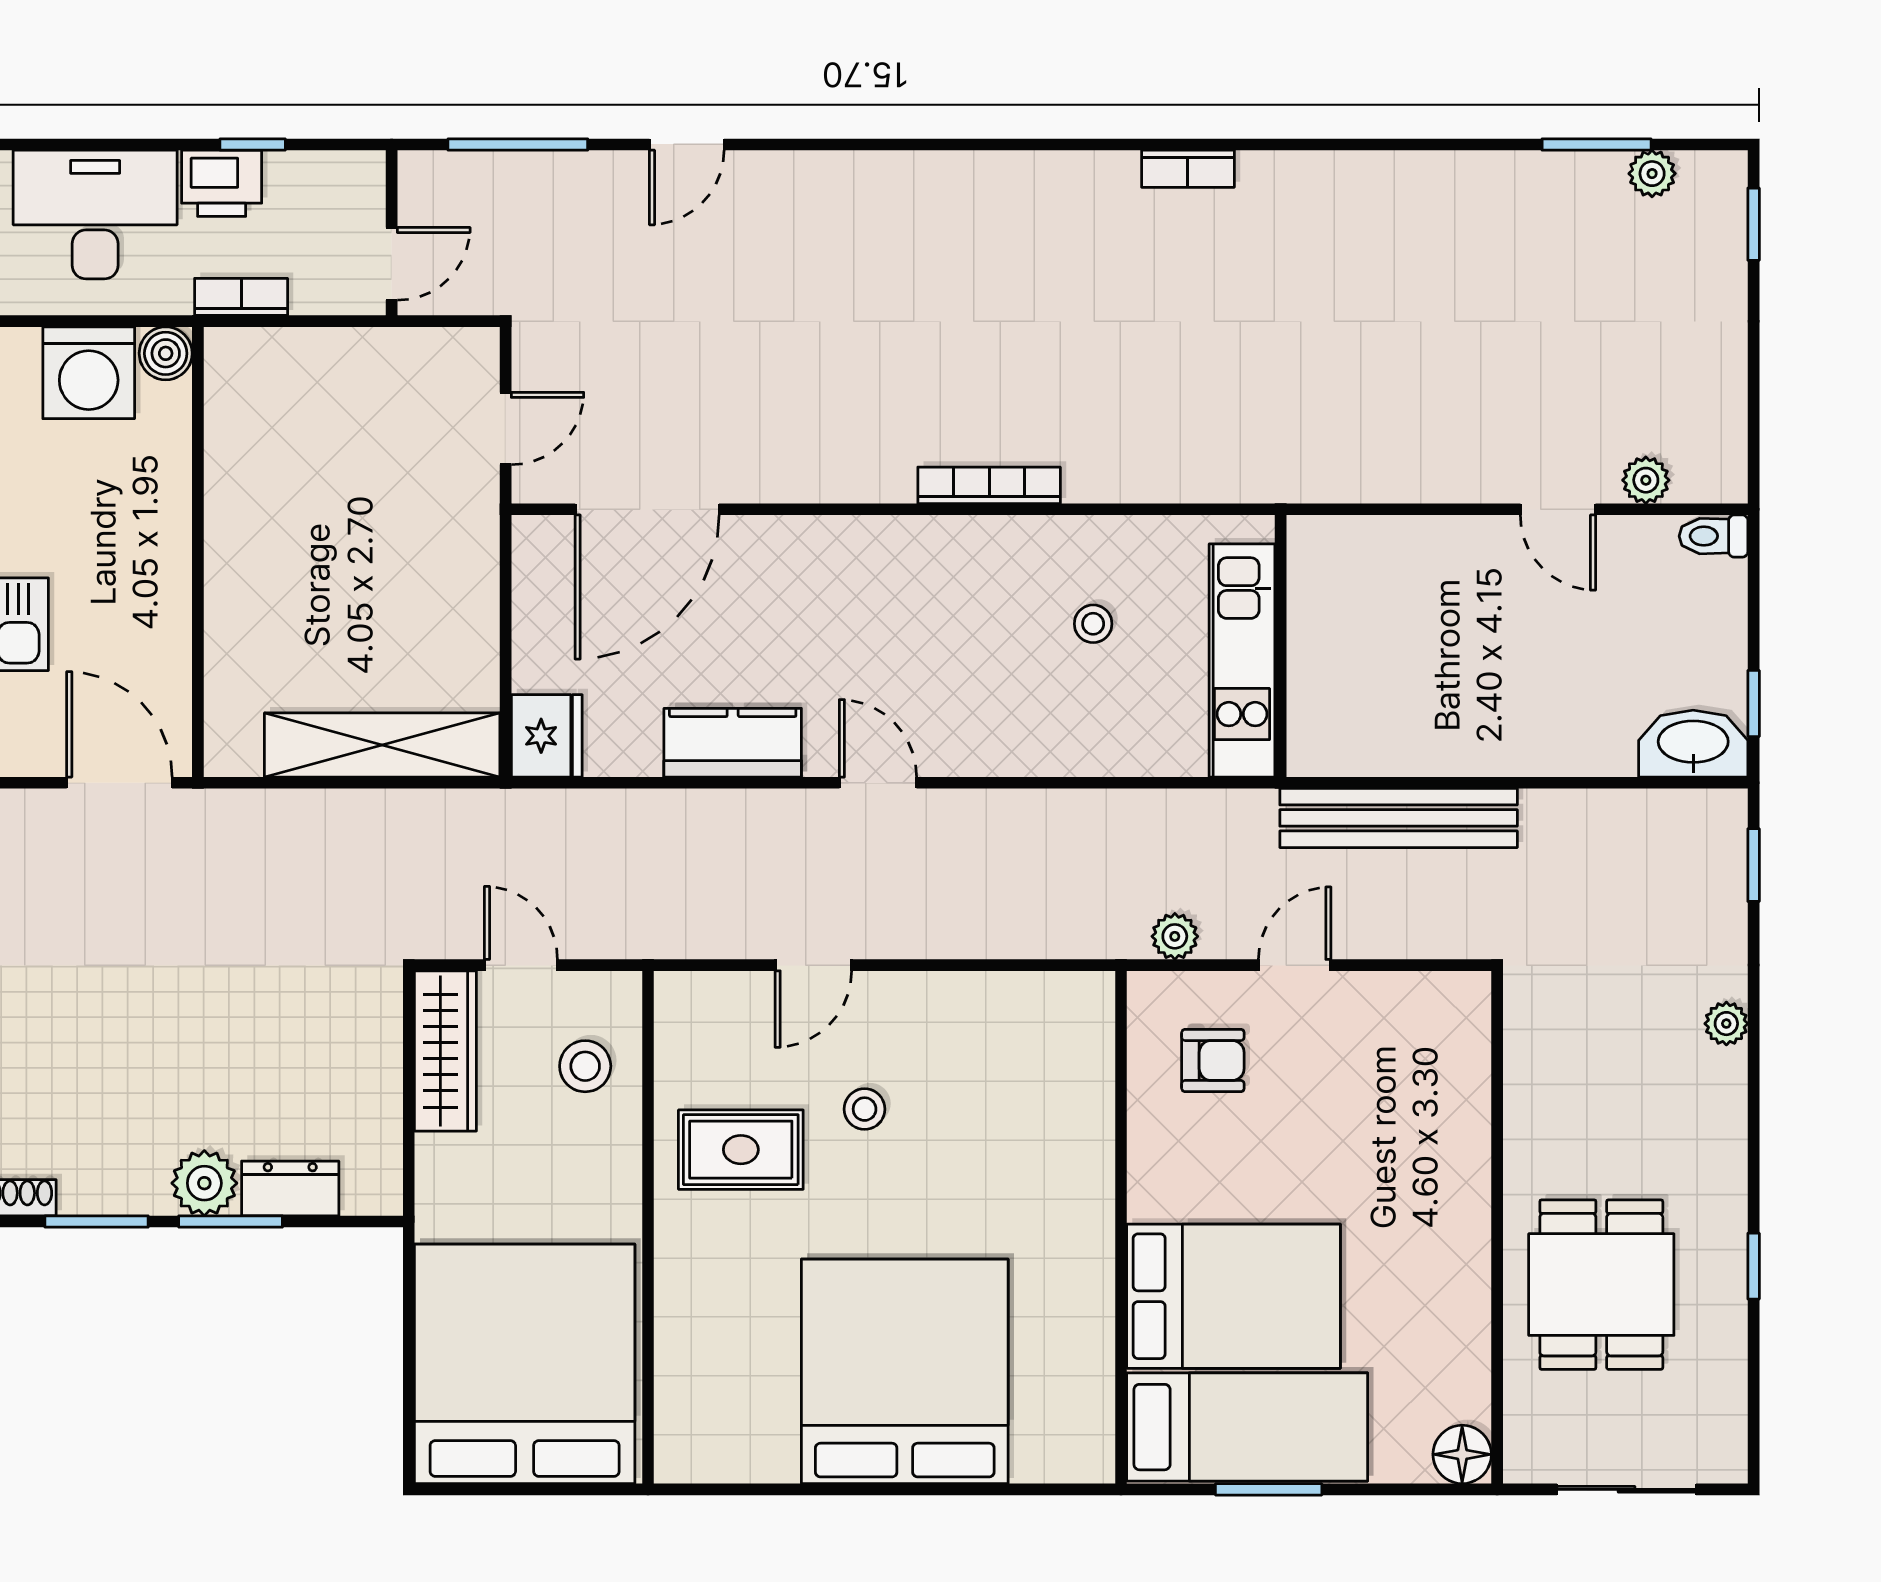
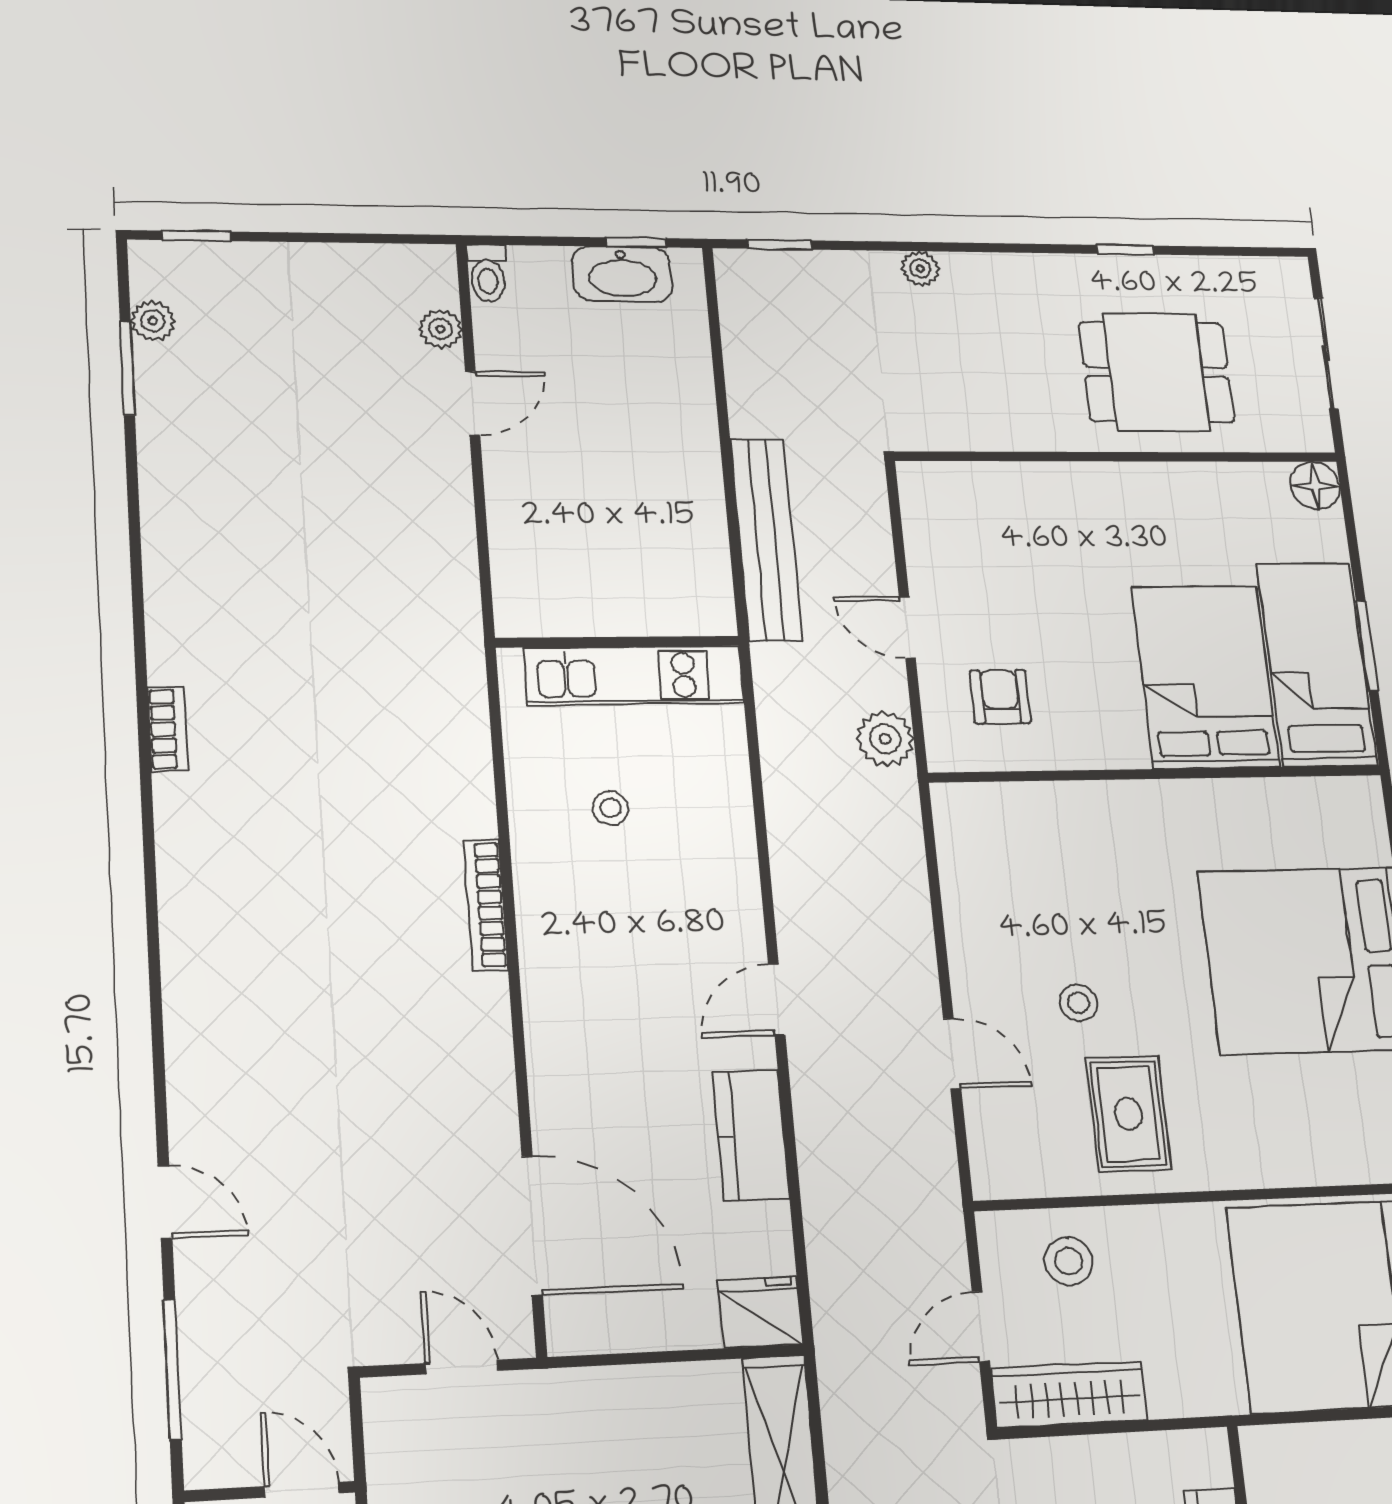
washbasin: (1693, 744) -> (622, 274), moved, turned -90
plant: (1175, 936) -> (885, 739), width x1.38, depth x1.38

